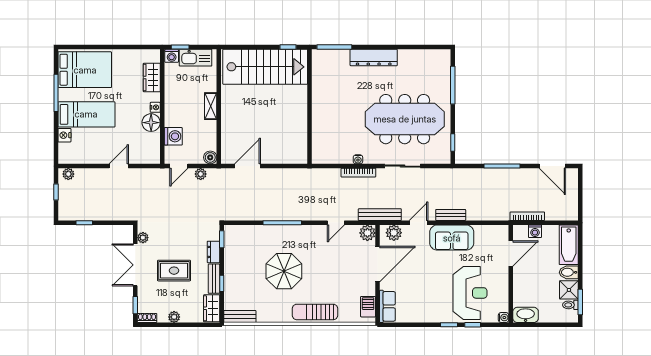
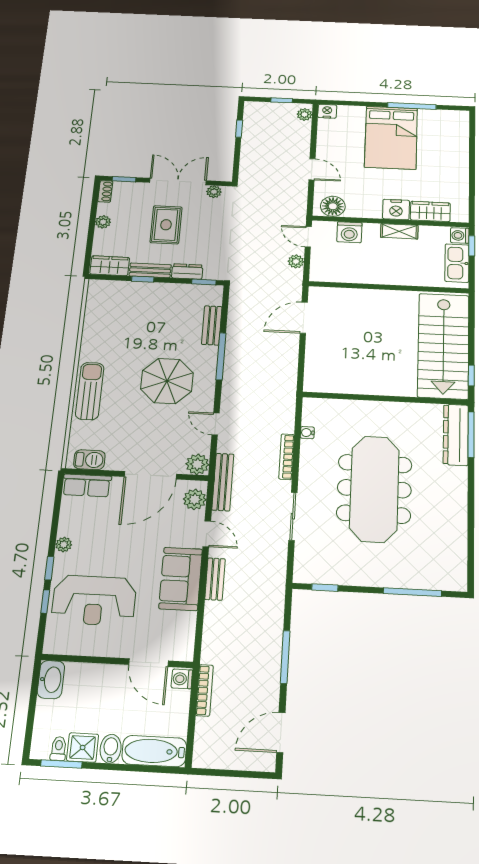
dresser: (374, 58) -> (456, 435), moved
bed: (85, 70) -> (442, 138), removed
shelving: (211, 106) -> (399, 231), moved
nightstand: (155, 107) -> (396, 210), width x1.89, depth x1.79
bed: (86, 114) -> (391, 138), width x1.50
meeting table: (405, 119) -> (374, 489), moved
floor lamp: (151, 123) -> (333, 206), moved
nightstand: (64, 135) -> (327, 111), moved
boiler: (210, 157) -> (318, 274), removed
water cooler: (358, 159) -> (307, 433), moved
door: (248, 166) -> (304, 318), swing flipped
washing machine: (535, 231) -> (182, 679), moved
door: (378, 264) -> (150, 475), hinge flipped
parasol: (284, 271) -> (167, 381), moved
bench: (240, 317) -> (212, 325), moved
plant: (432, 317) -> (64, 545), added
water cooler: (504, 318) -> (51, 647), removed

